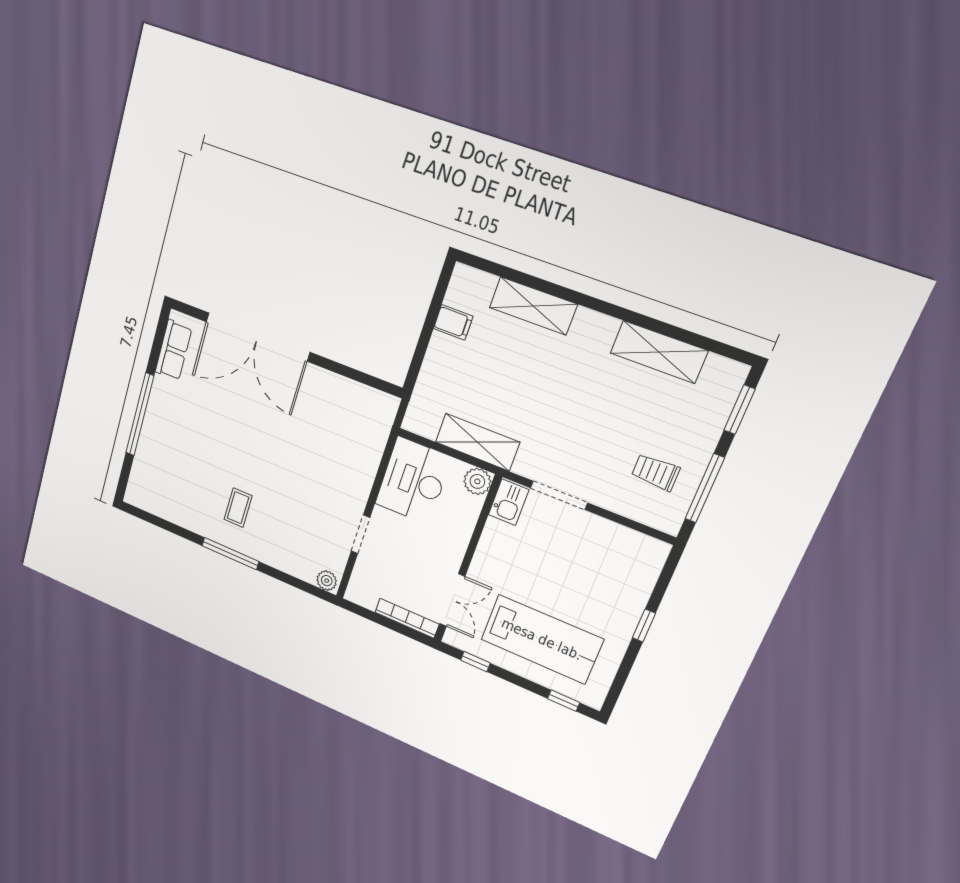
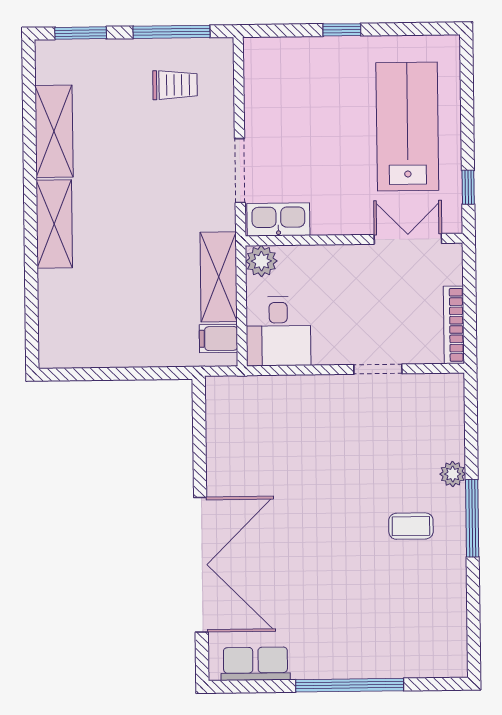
shelving: (533, 306) -> (54, 224), moved
filing cabinet: (453, 322) -> (218, 339), moved, turned -90
trolley: (656, 472) -> (175, 85), turned -90
desk: (413, 481) -> (278, 331), width x0.73
kitchen sink: (509, 502) -> (278, 220), width x1.38
plant: (327, 581) -> (453, 474), moved
bookcase: (407, 618) -> (454, 325), moved
window: (564, 701) -> (467, 76), removed

